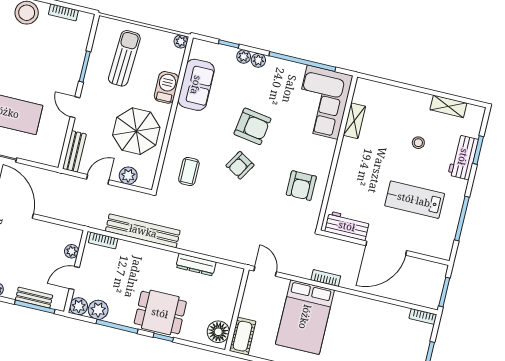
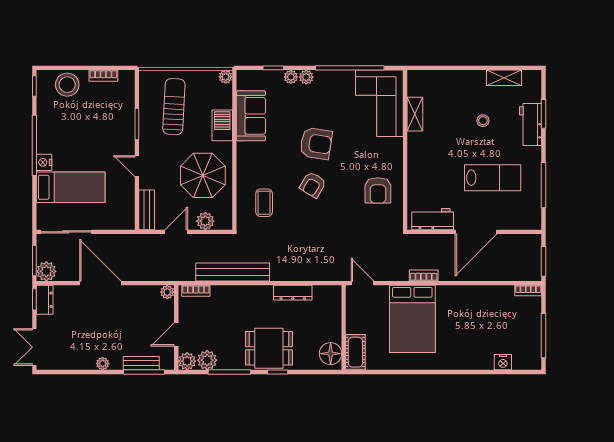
lab bench: (415, 200) -> (493, 178), turned 180
plant: (72, 251) -> (167, 292), moved

